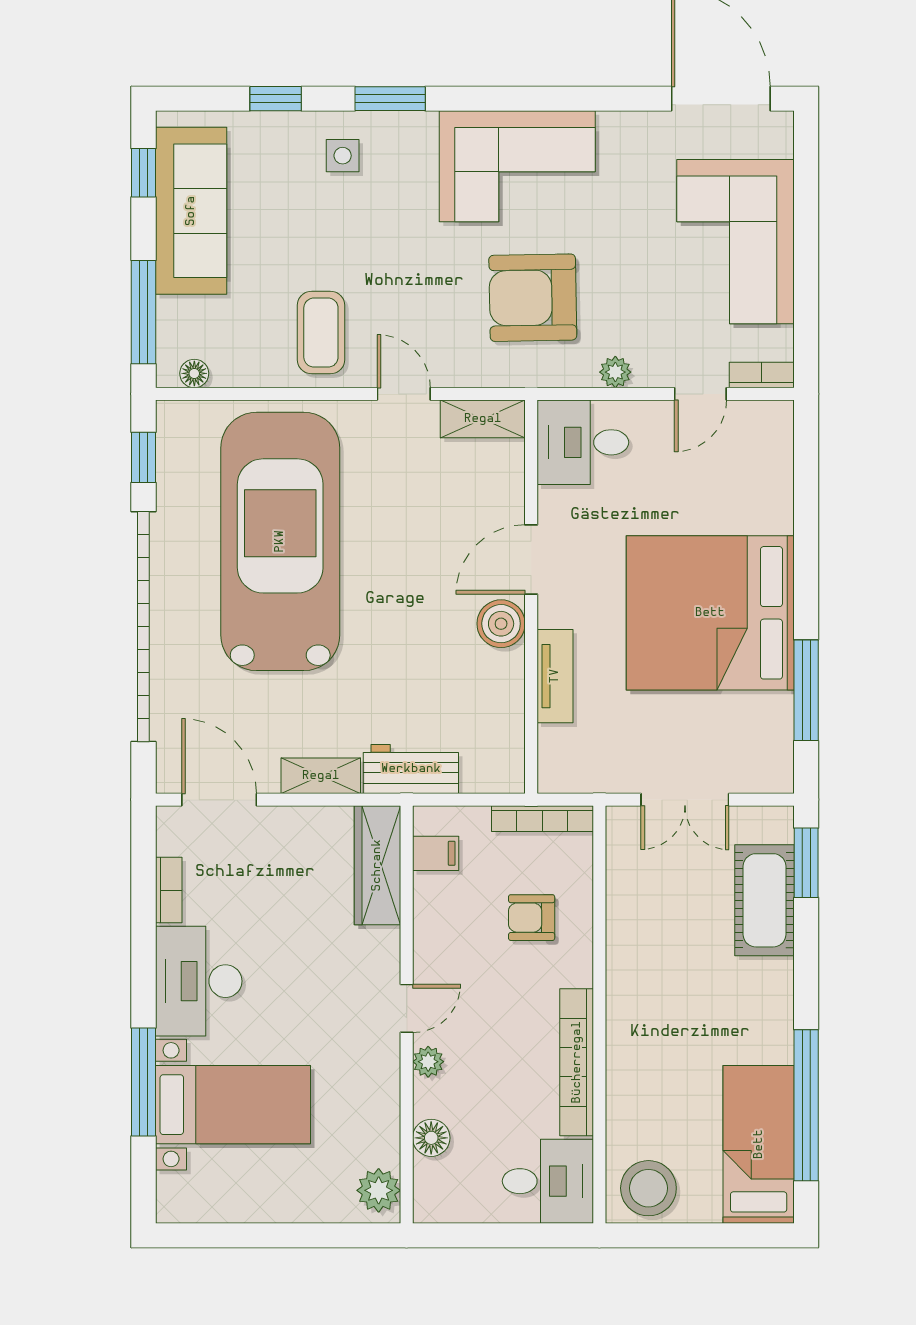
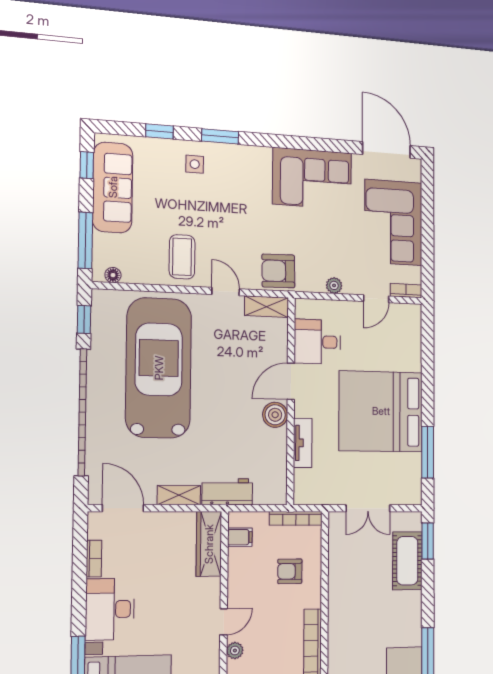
corner sofa: (517, 166) -> (312, 178), moved
armchair: (533, 298) -> (278, 271), moved, width x0.73, depth x0.73
desk: (583, 442) -> (317, 342), moved

